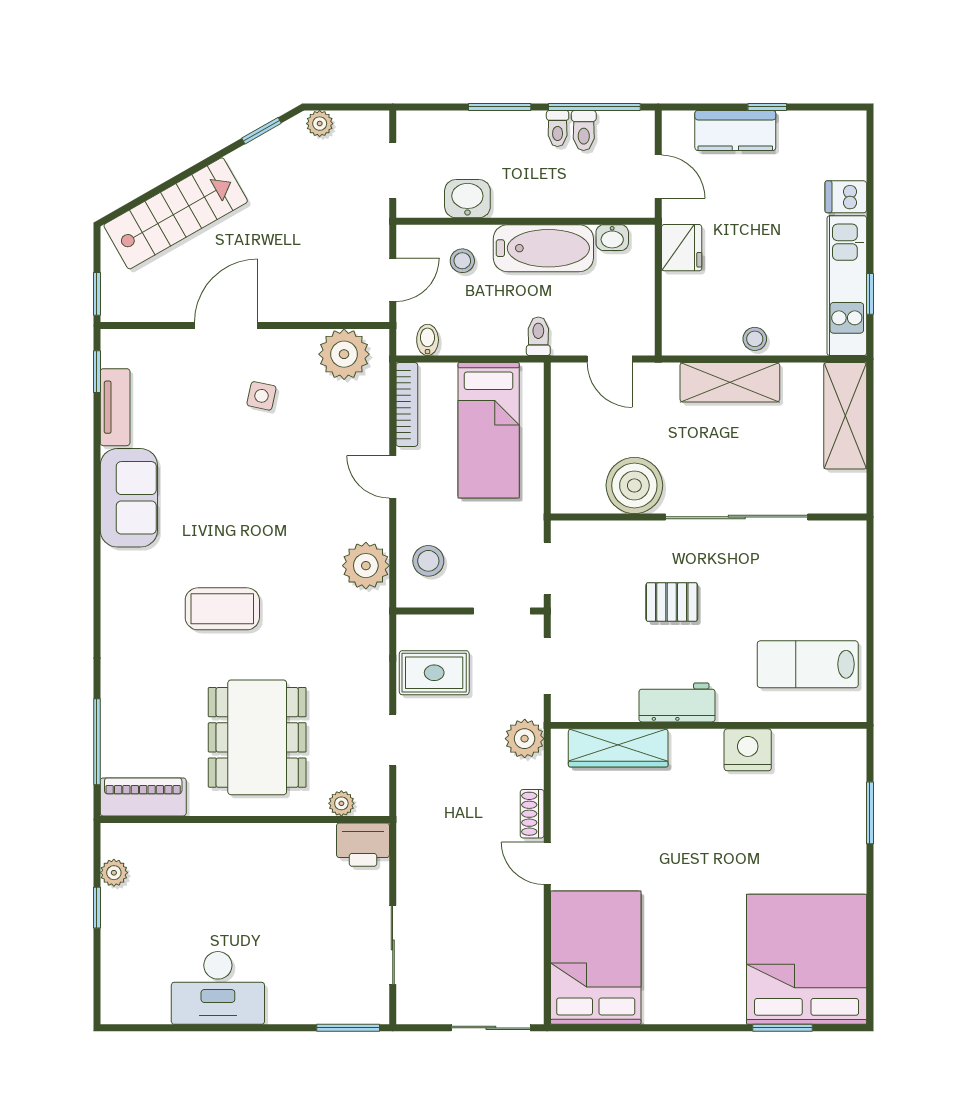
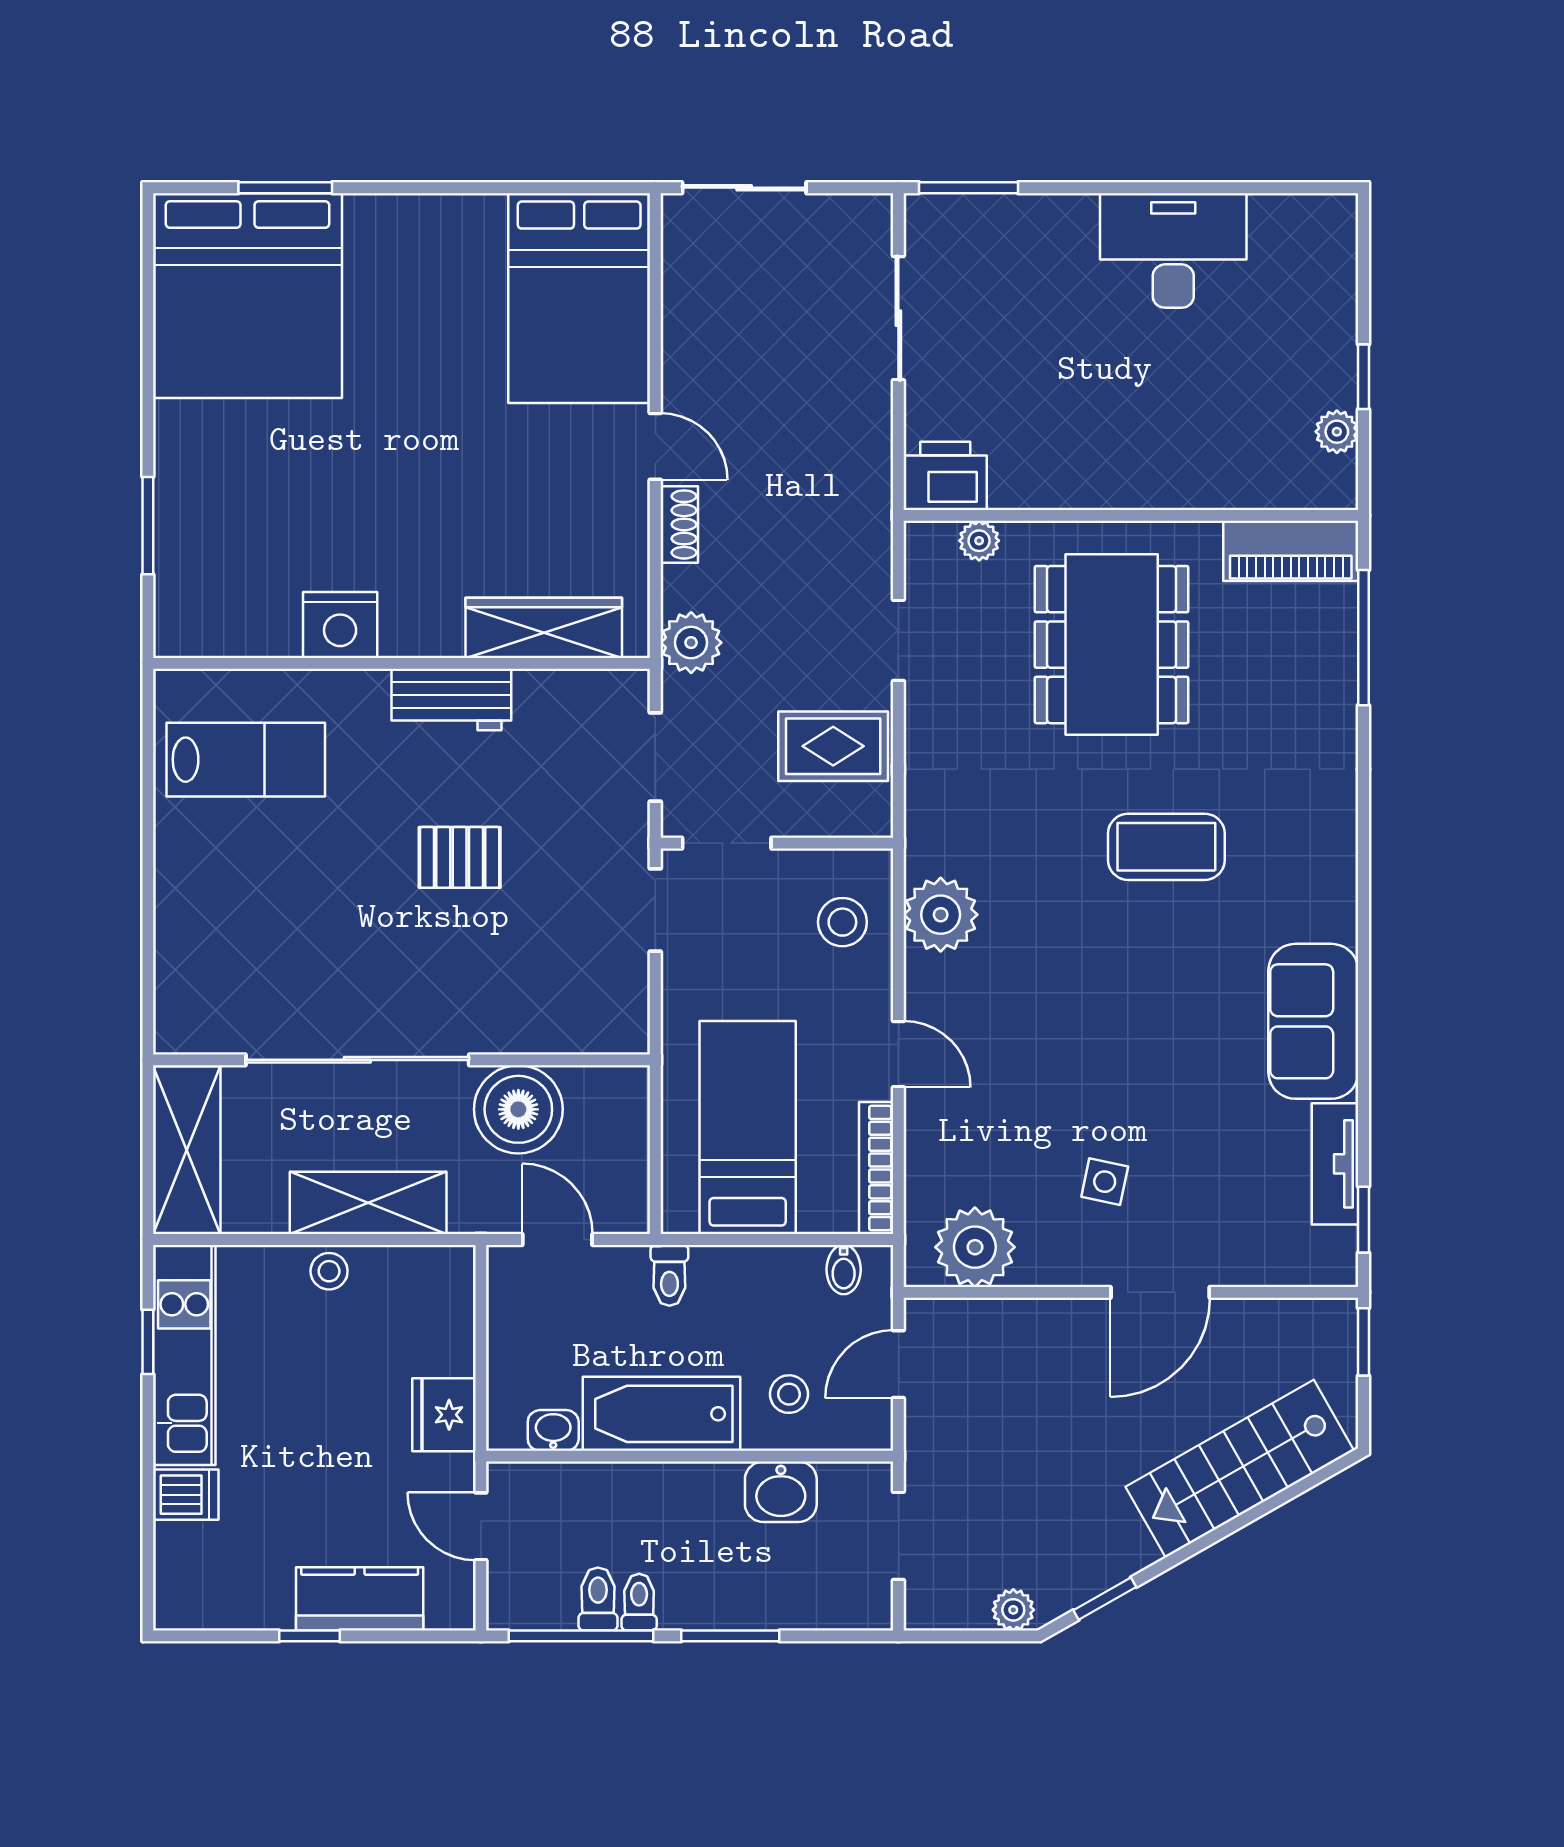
boiler: (634, 485) -> (518, 1109), moved
wall: (709, 517) -> (402, 1060), moved
sliding door: (737, 517) -> (357, 1060), moved

